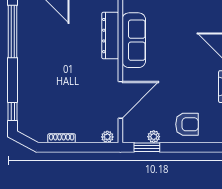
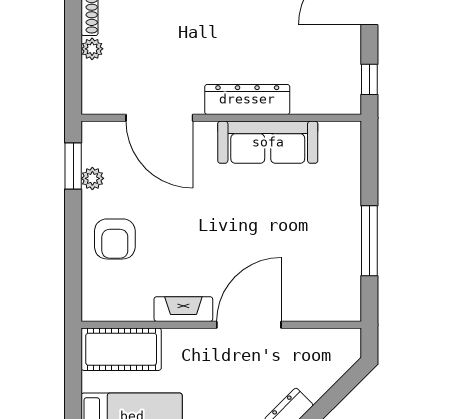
dresser: (110, 36) -> (247, 99), moved
plant: (107, 137) -> (92, 49), moved

